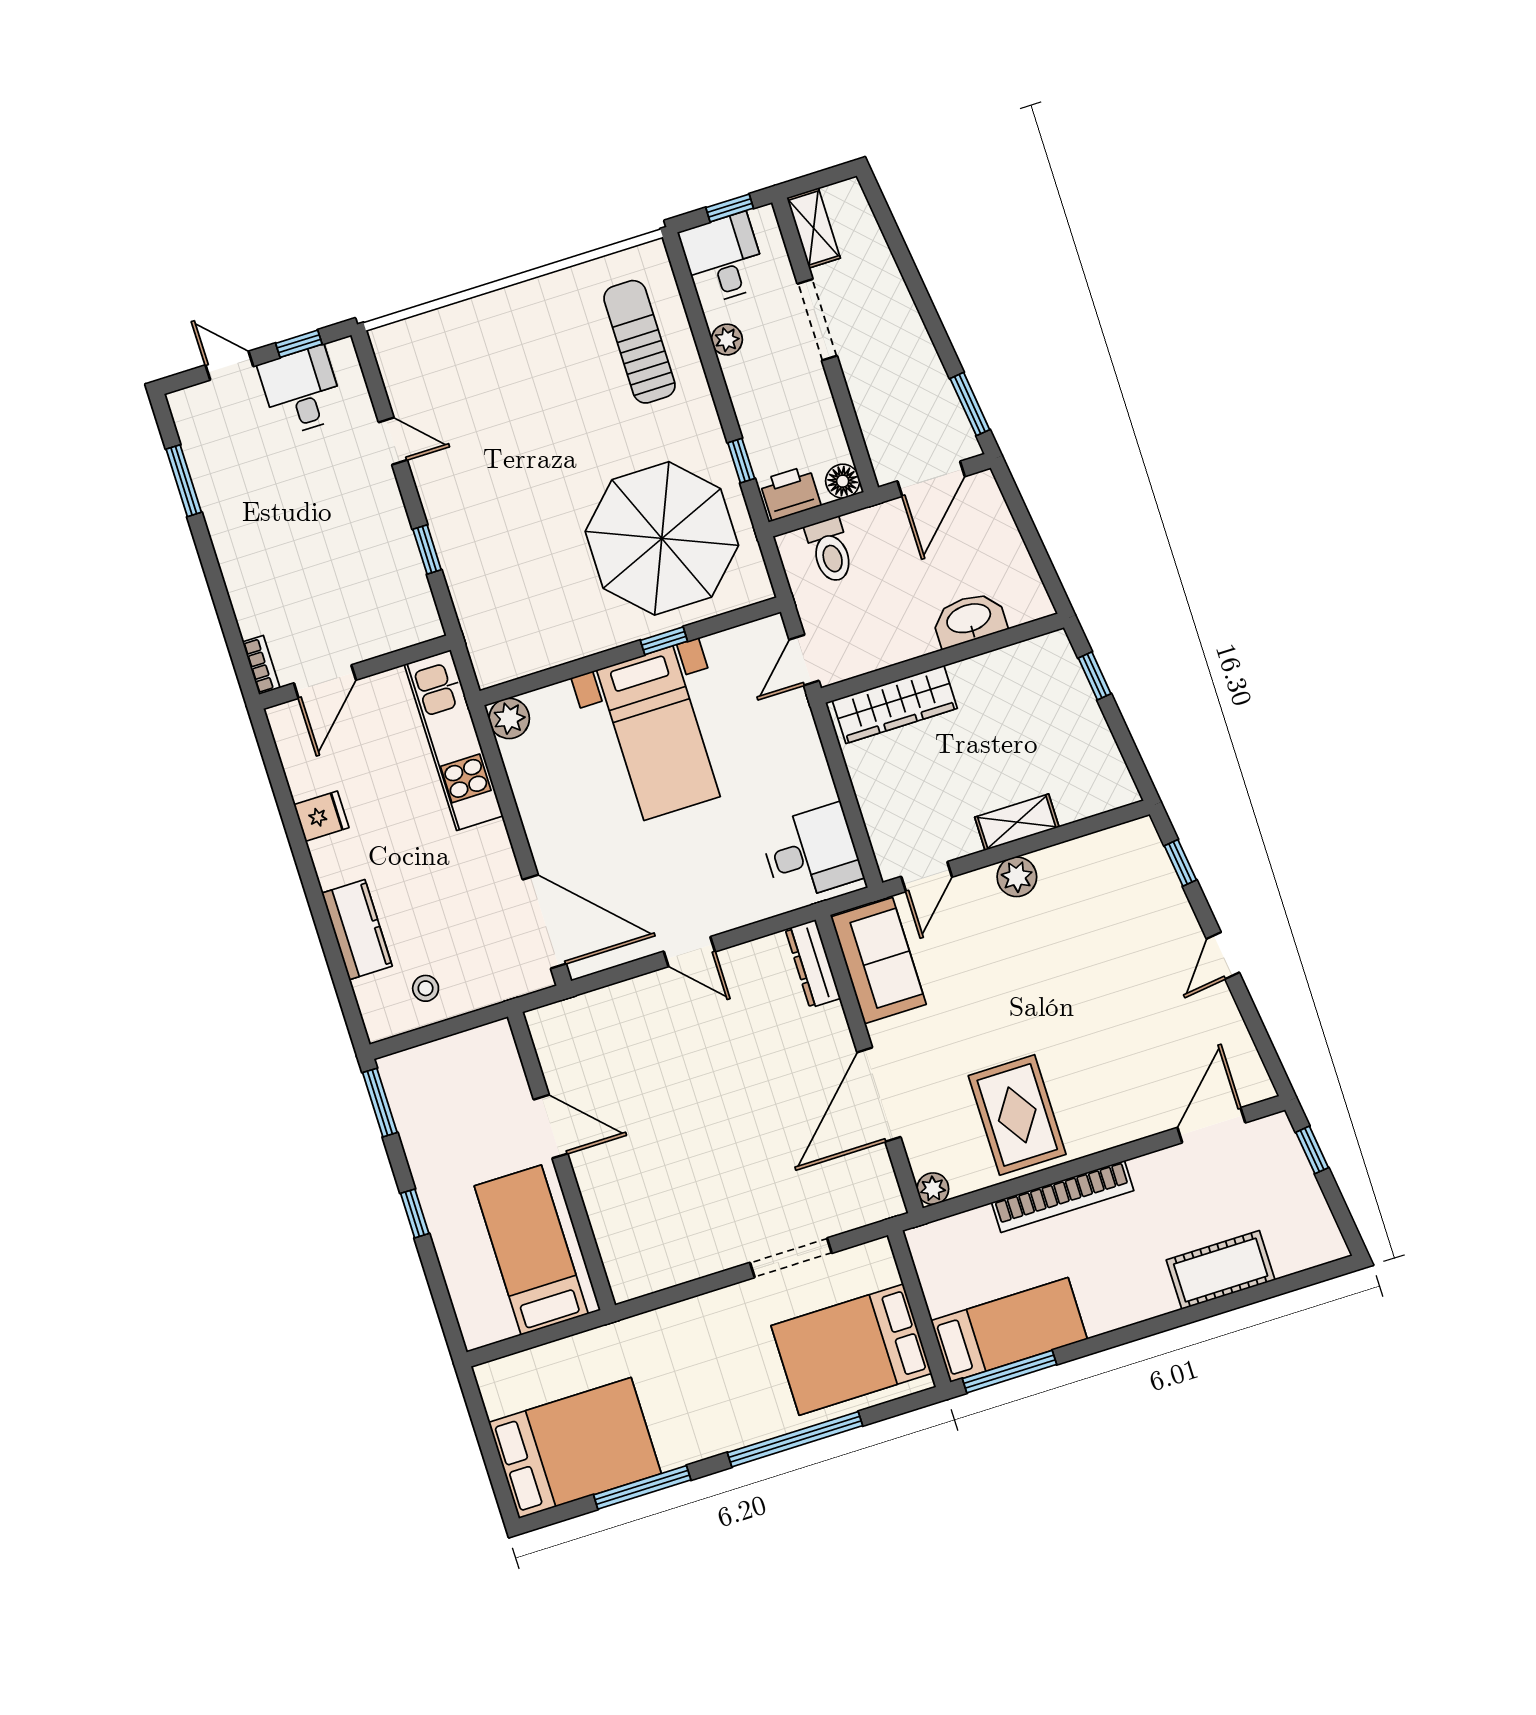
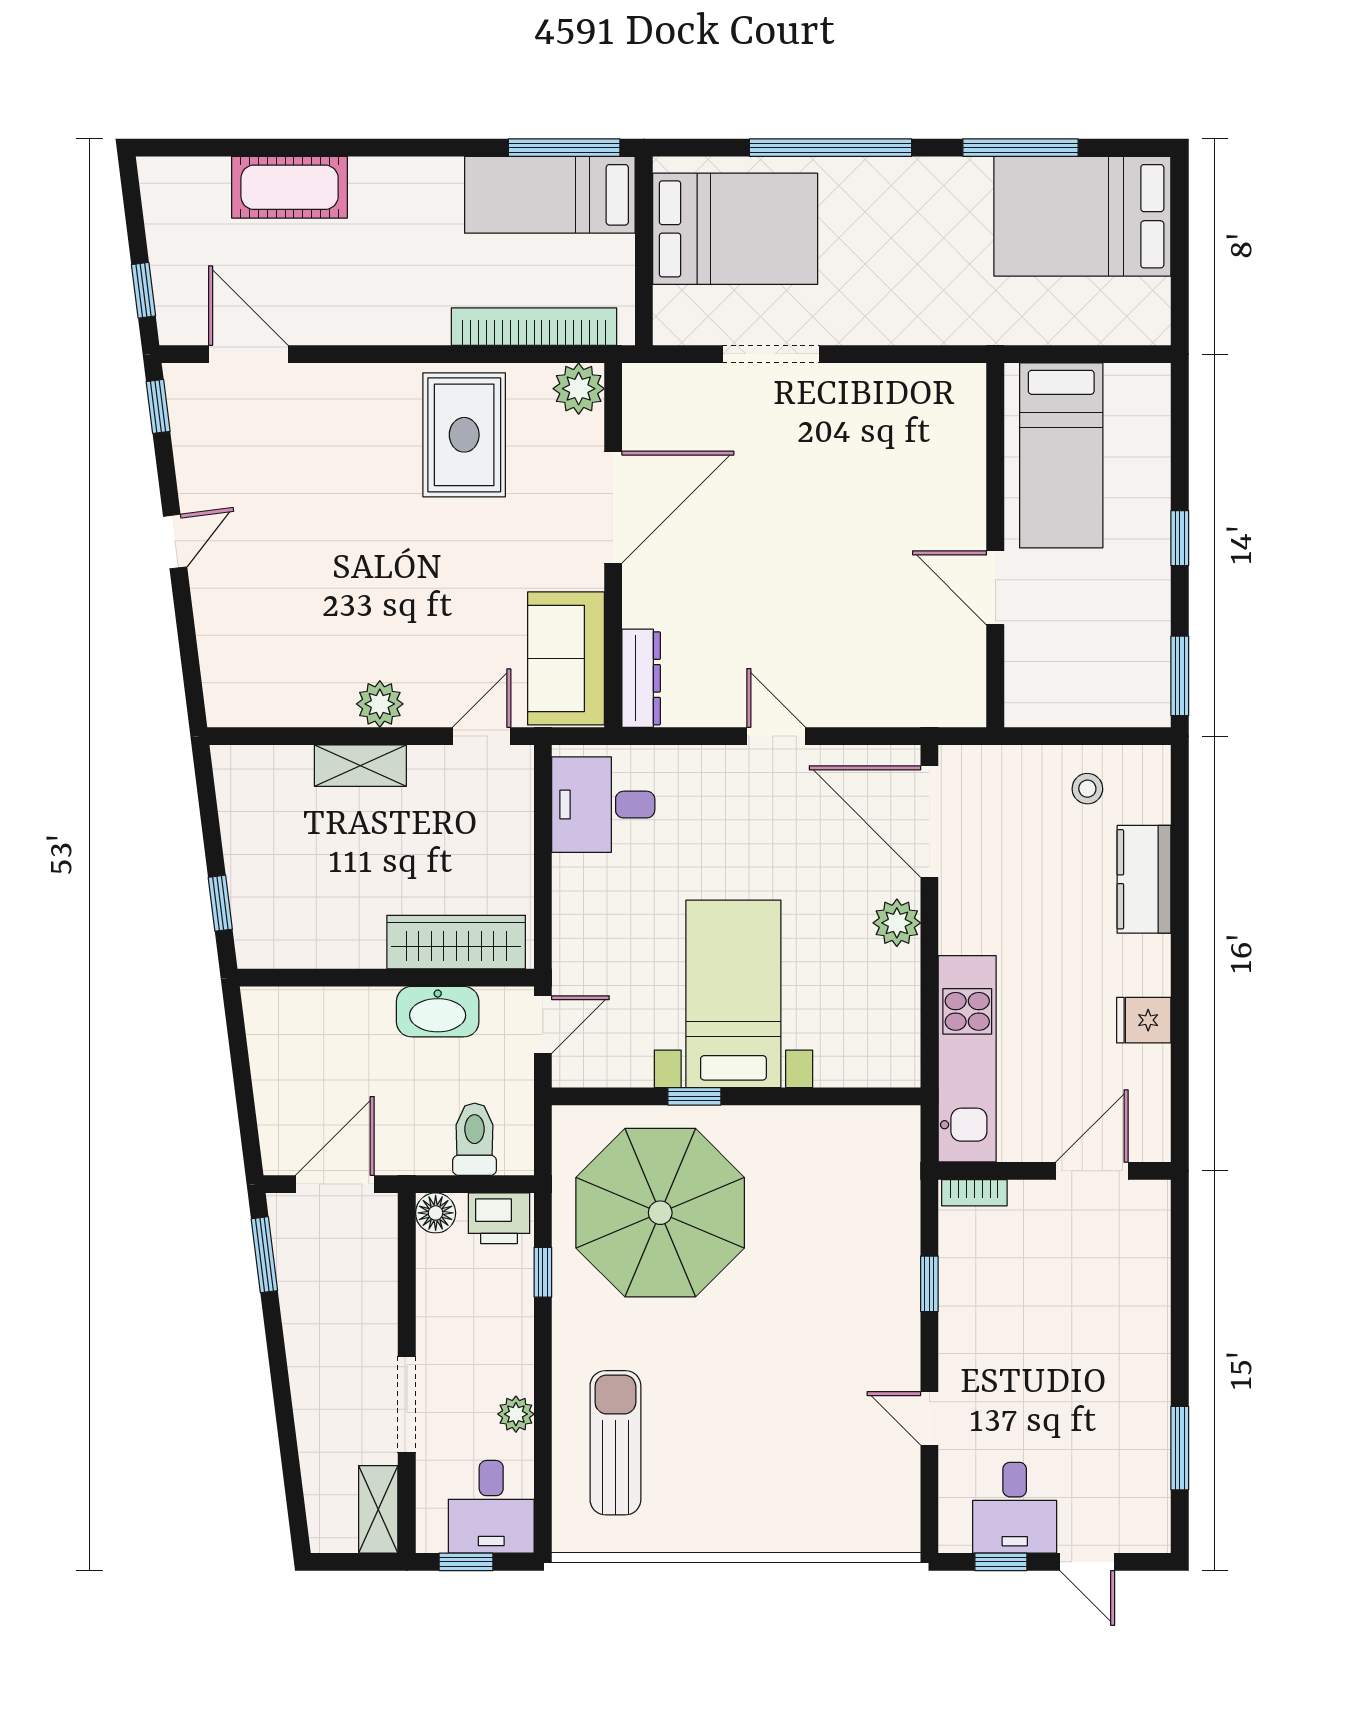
sun lounger: (639, 342) -> (615, 1443), turned 180
washbasin: (969, 619) -> (438, 1012), moved
bookcase: (261, 665) -> (974, 1193), moved, turned -90
plant: (509, 718) -> (897, 923), moved
window: (1180, 863) -> (158, 406), moved
door: (1211, 1125) -> (248, 354), swing flipped
plant: (933, 1189) -> (579, 389), width x1.38, depth x1.38
bookcase: (1063, 1196) -> (534, 327), moved

